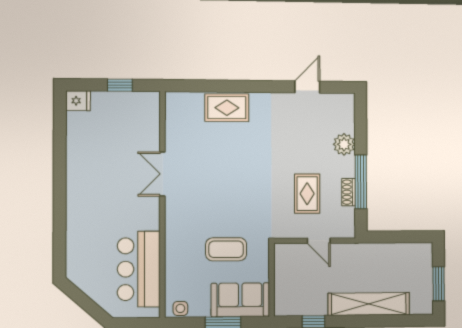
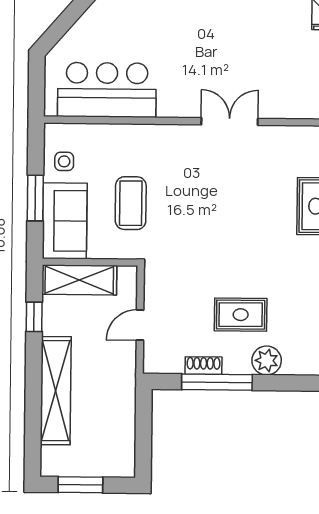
rug: (307, 194) -> (241, 315), moved
shelving: (285, 288) -> (79, 280), added
side table: (180, 308) -> (64, 161), moved

